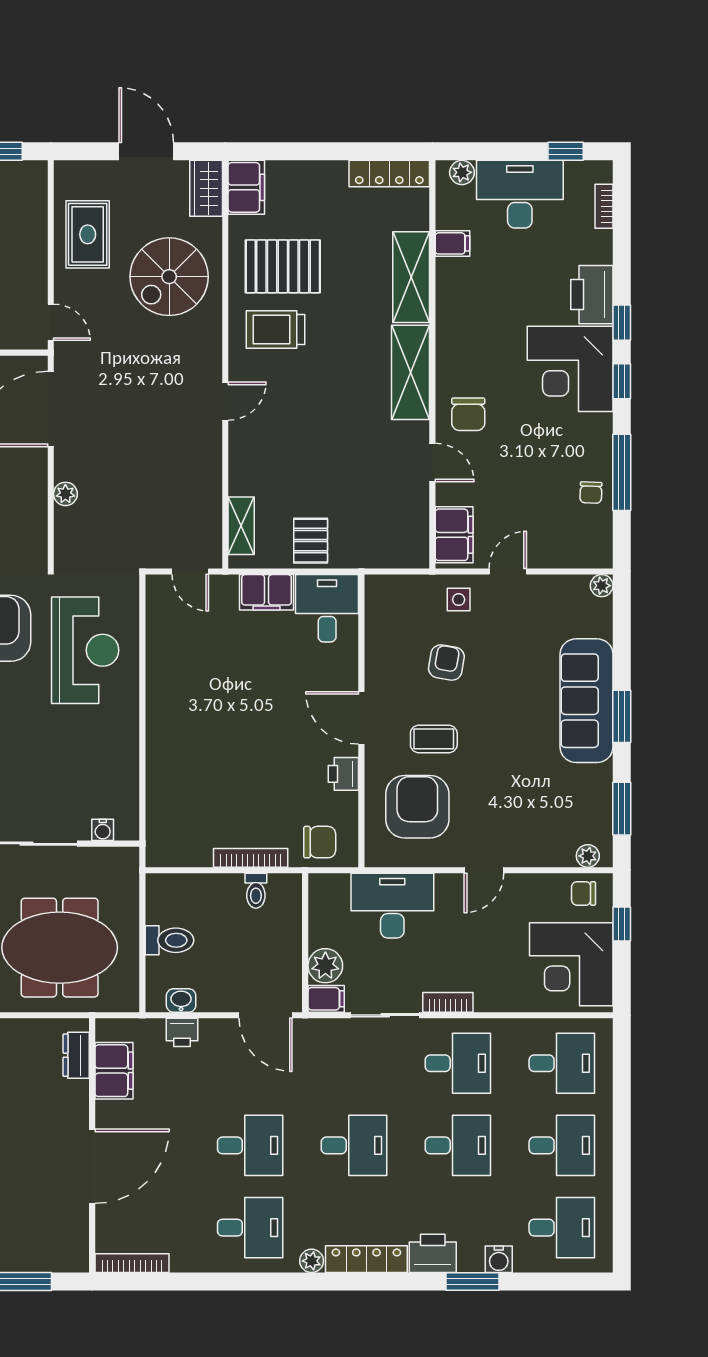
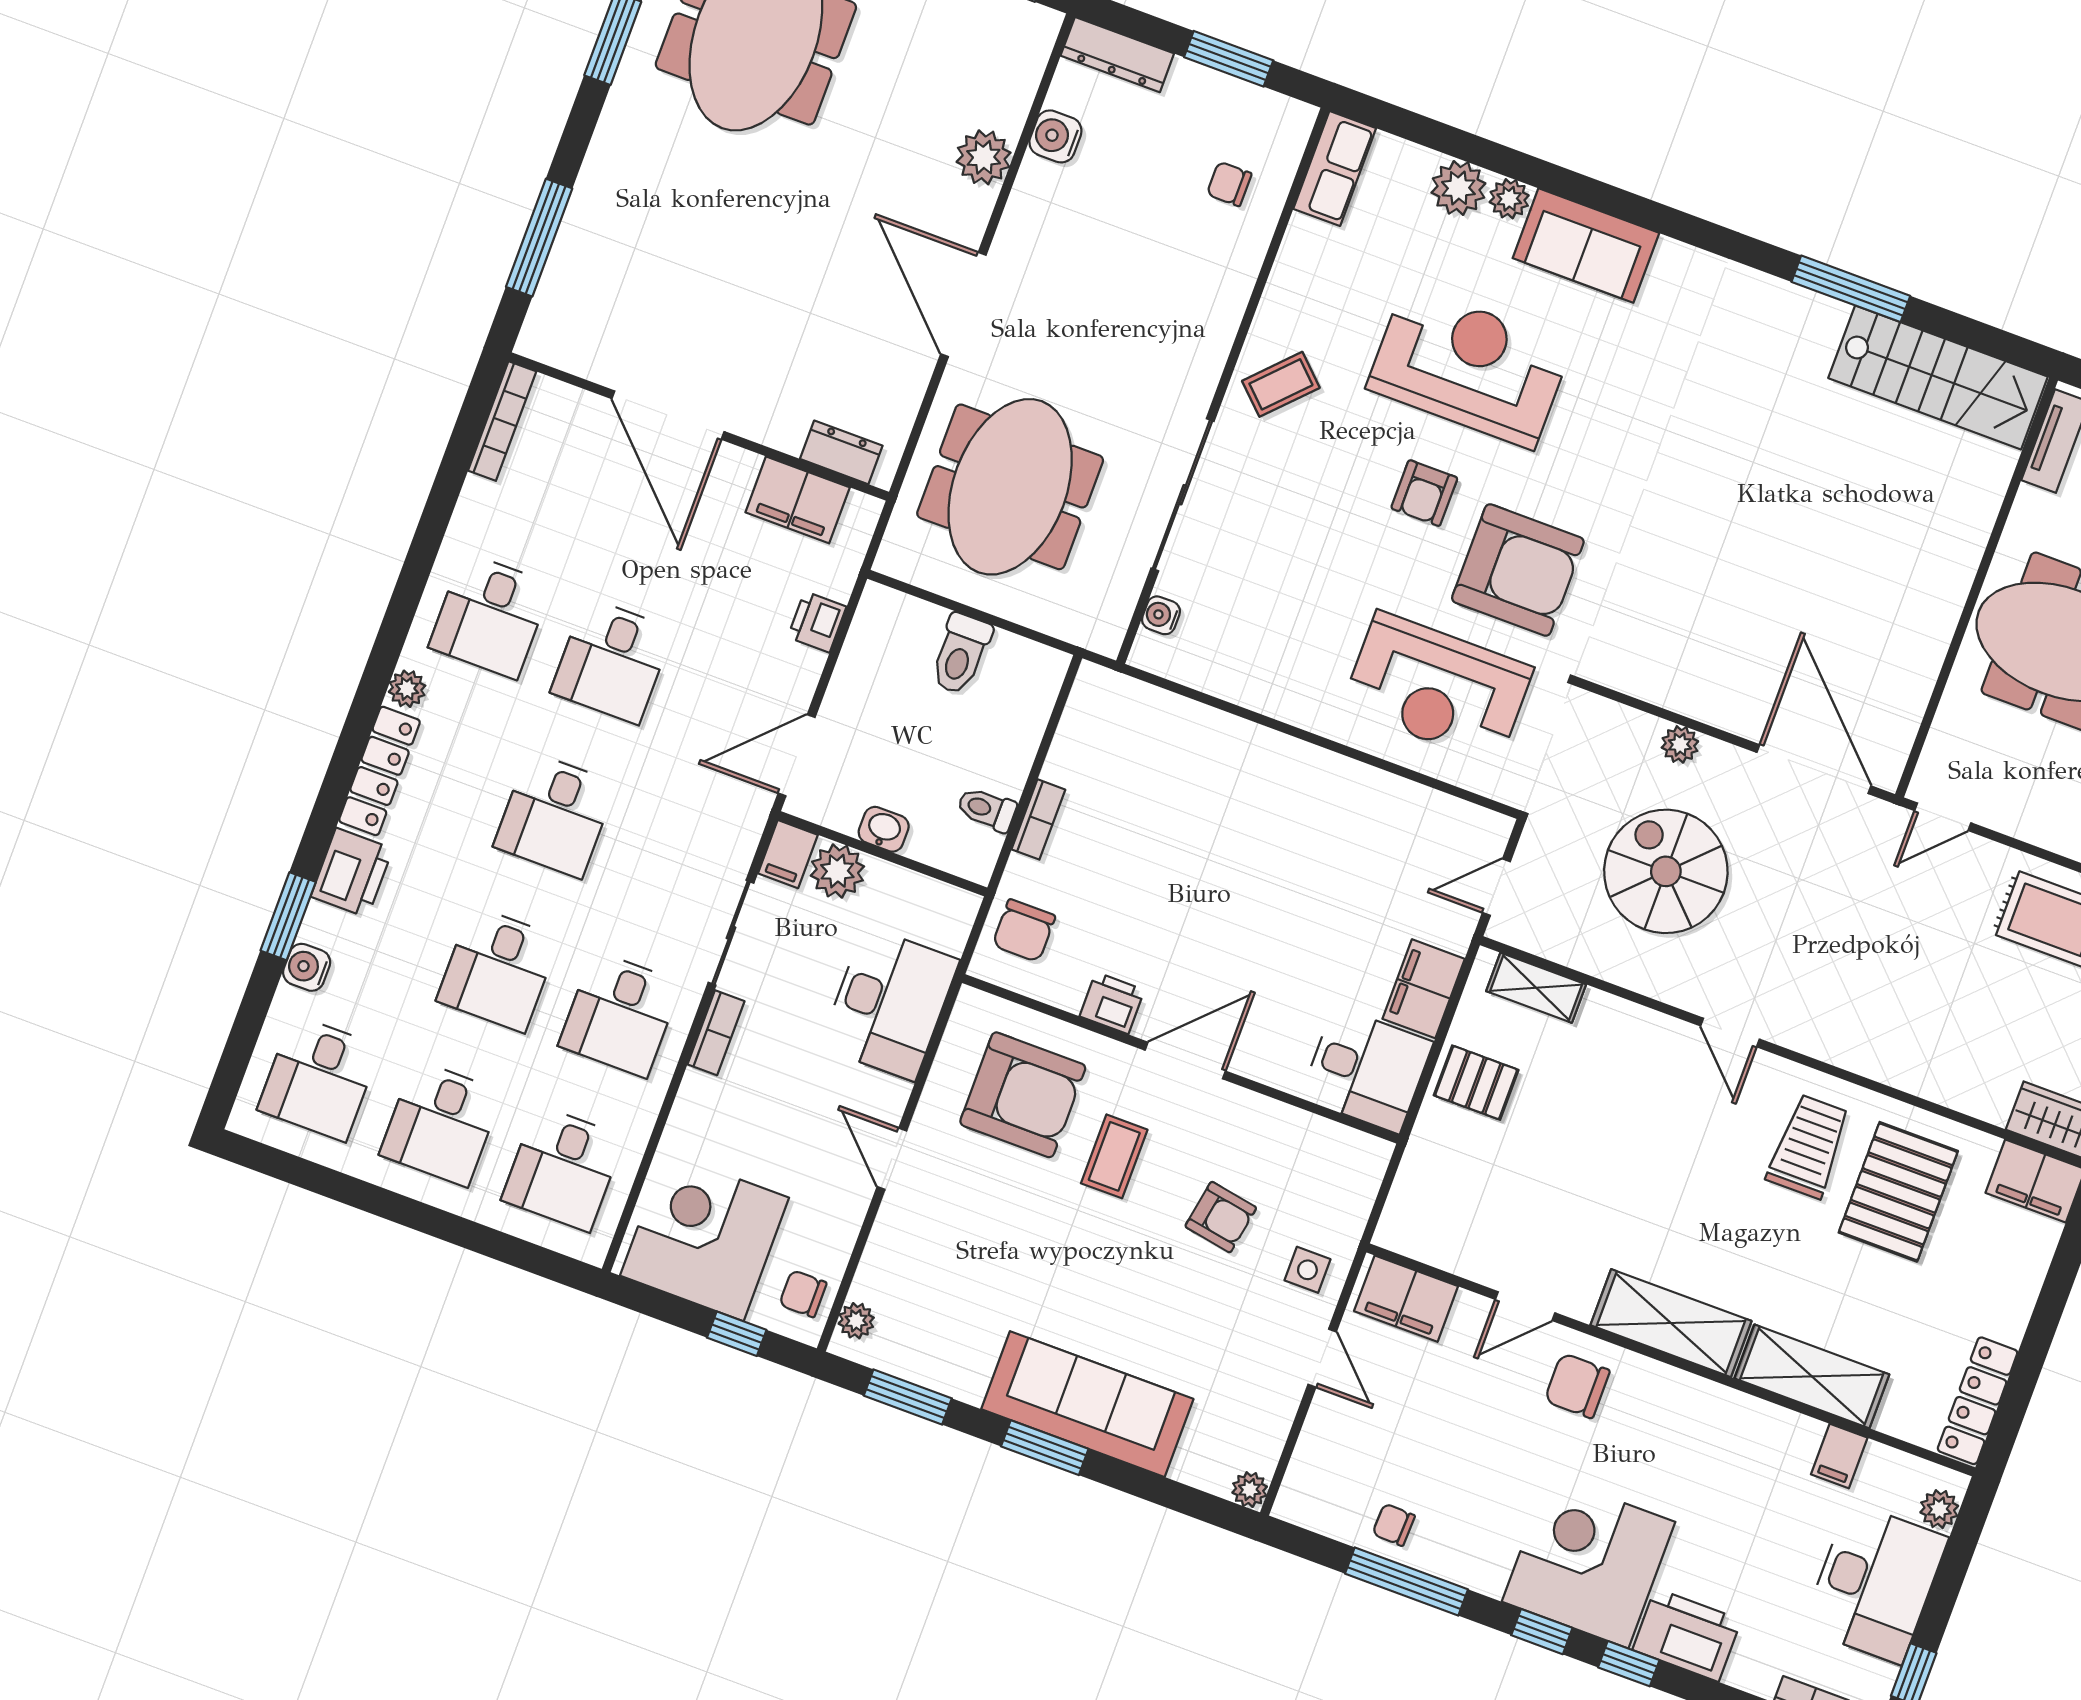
spiral stairs: (169, 277) -> (1666, 871), moved
bookcase: (251, 858) -> (1038, 819), width x0.64
chair: (583, 893) -> (803, 1294), turned -90
washbasin: (181, 1000) -> (884, 829), moved, turned -90

